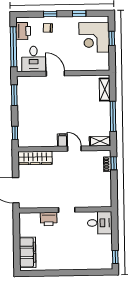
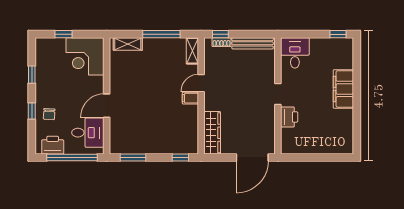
corner desk: (94, 37) -> (85, 56), moved, turned 90
bench: (107, 189) -> (253, 43), added
filing cabinet: (28, 252) -> (343, 89), moved, turned -90

